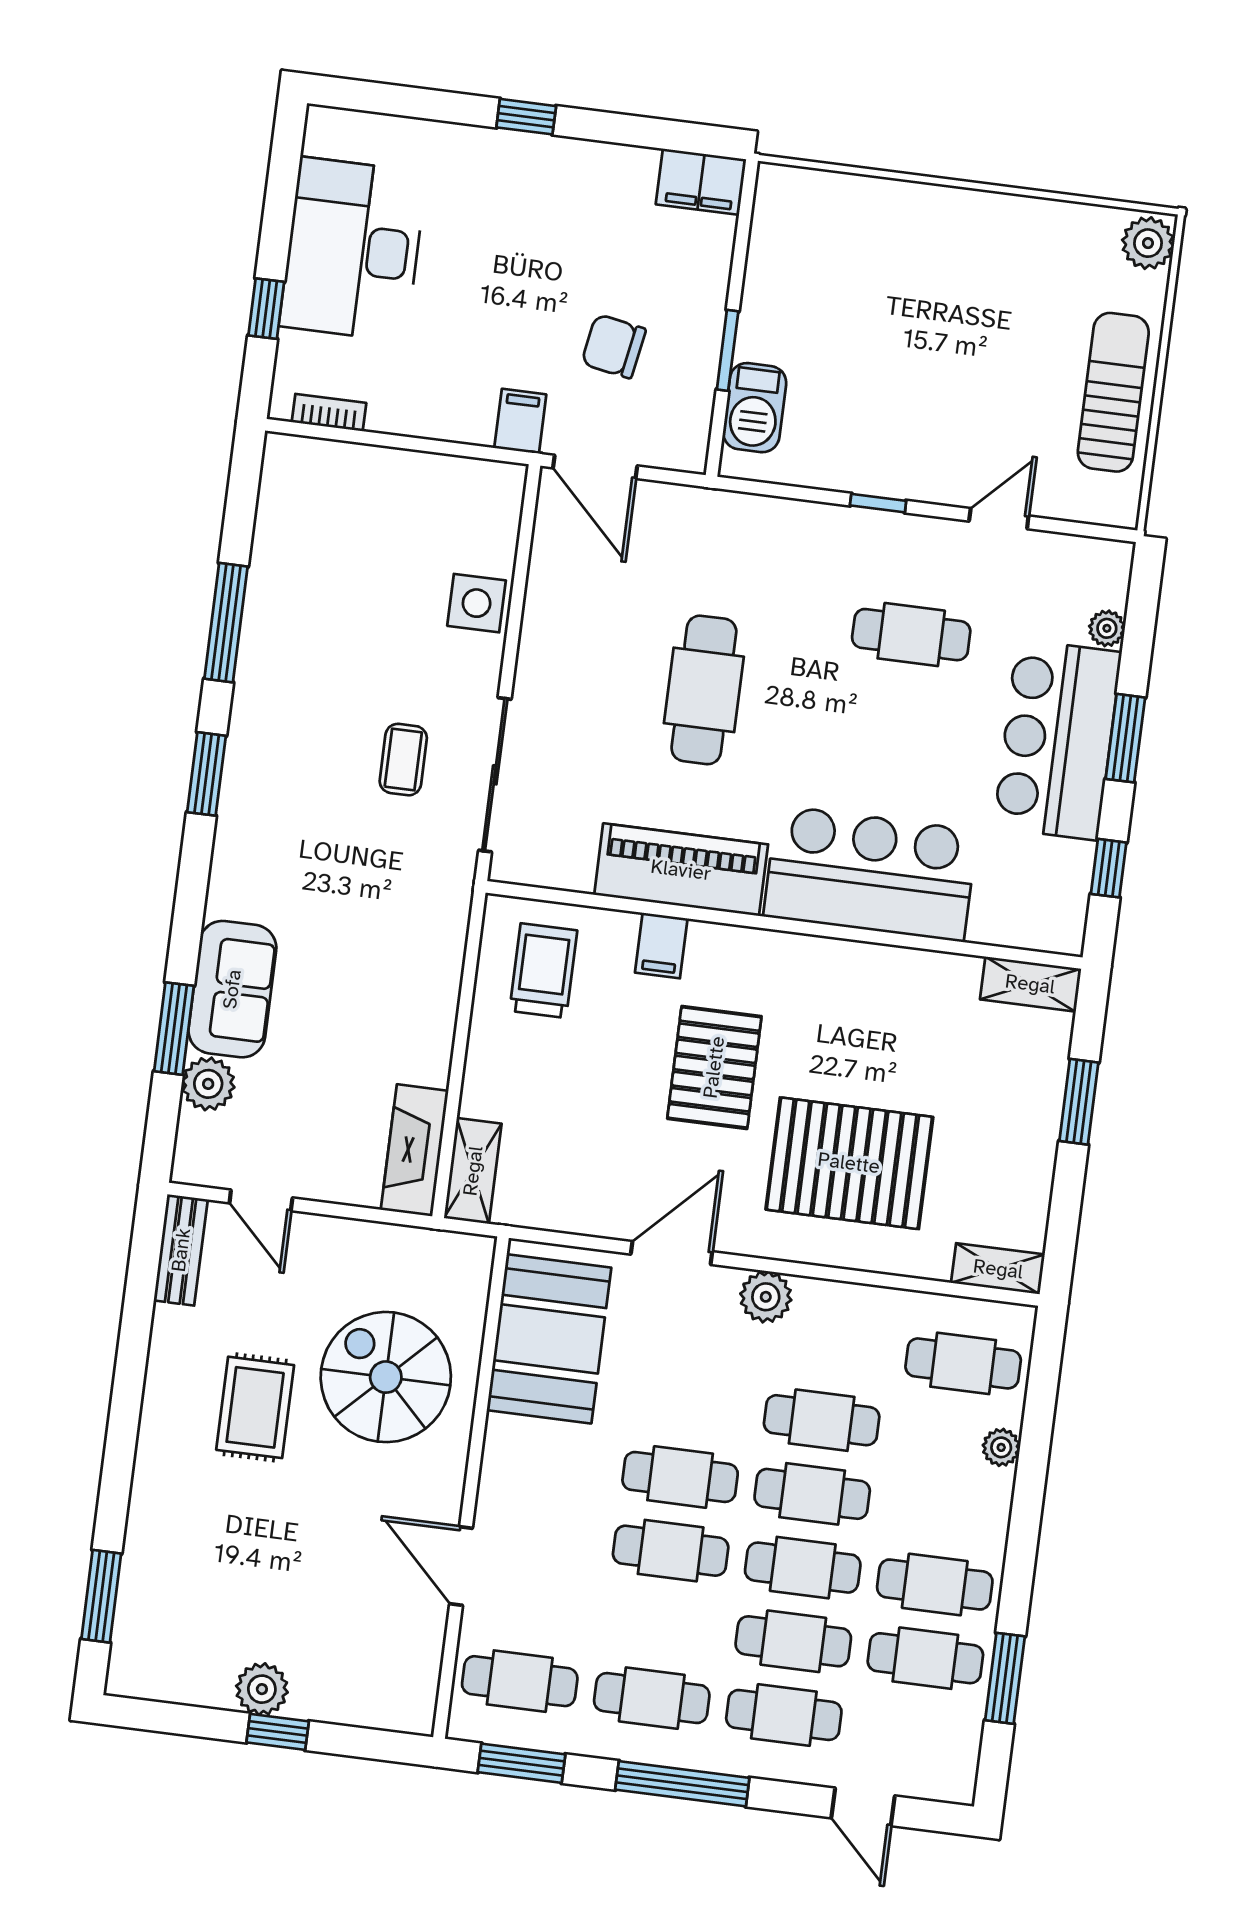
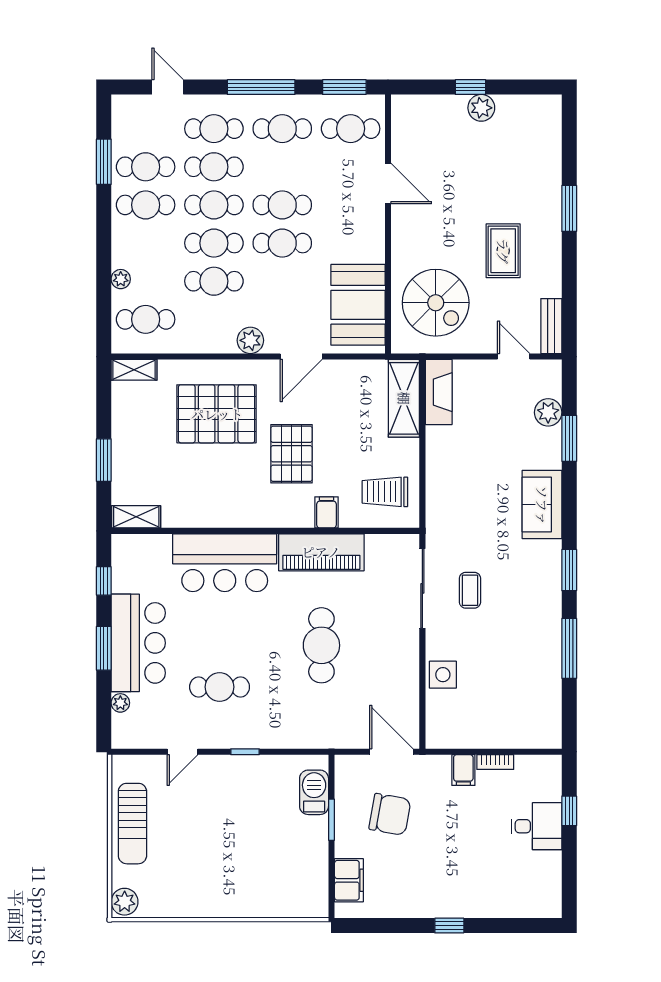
filing cabinet: (701, 182) -> (349, 880), moved, turned 90
desk: (353, 249) -> (536, 826), width x0.53, depth x0.77
chair: (614, 346) -> (390, 814), width x1.37, depth x1.37
bookcase: (329, 413) -> (495, 762), moved
filing cabinet: (520, 421) -> (463, 770), moved
trolley: (543, 971) -> (385, 492), turned 90
sofa: (232, 989) -> (542, 505), moved
shelving: (473, 1171) -> (404, 398), width x1.50, depth x1.33
spiral stairs: (386, 1377) -> (436, 303), moved
window: (101, 1596) -> (569, 208), moved

